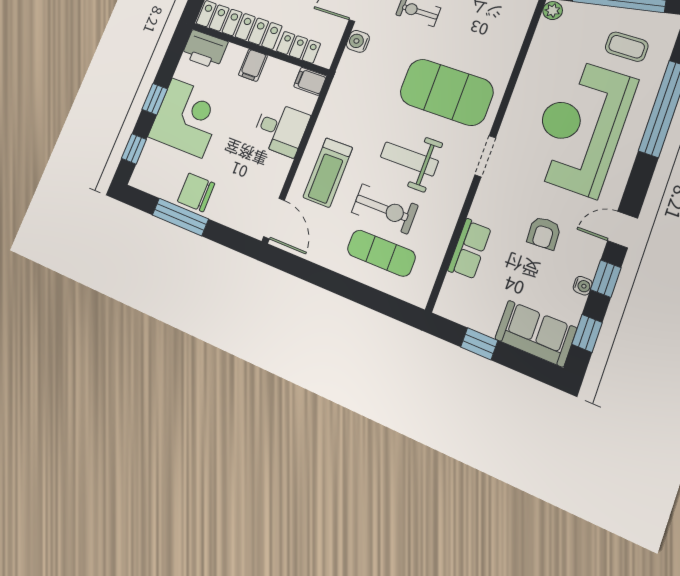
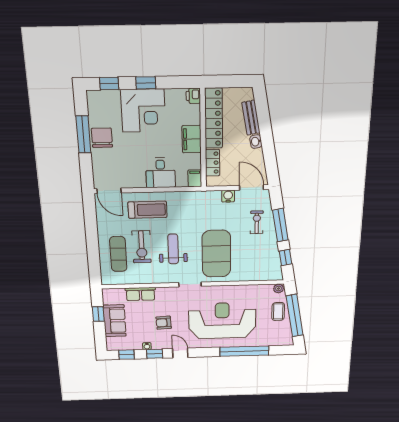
coffee table: (627, 47) -> (278, 312), moved
printer: (205, 49) -> (193, 96), width x0.53, depth x0.68
filing cabinet: (253, 65) -> (192, 139), width x2.00
treadmill: (328, 172) -> (147, 210), turned 180
door: (274, 219) -> (109, 191), hinge flipped
sofa: (536, 333) -> (115, 321), moved

